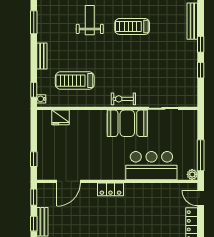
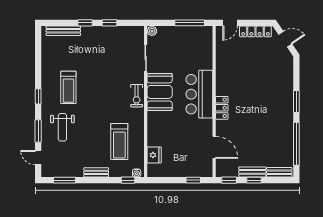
weight bench: (90, 20) -> (62, 127), turned -90
bar counter: (151, 166) -> (199, 94), moved
plant: (192, 174) -> (152, 31), moved

